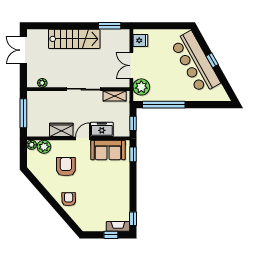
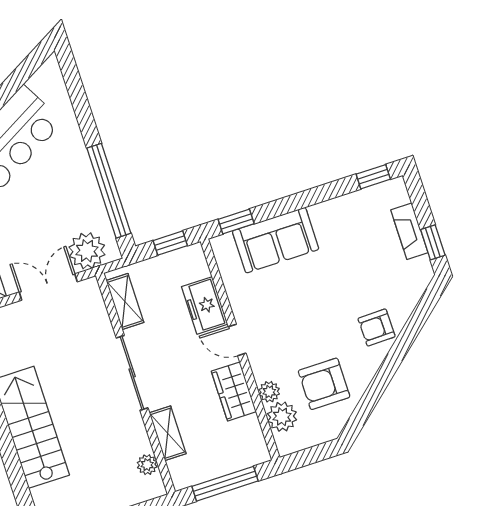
double door: (131, 66) -> (48, 287), swing flipped
shelving: (53, 96) -> (168, 433), added
plant: (32, 145) -> (269, 392), moved
sofa: (108, 150) -> (276, 240), moved, turned 90
armchair: (66, 167) -> (324, 384), moved
fireplace: (118, 226) -> (409, 231), moved
window: (111, 235) -> (433, 242), moved

